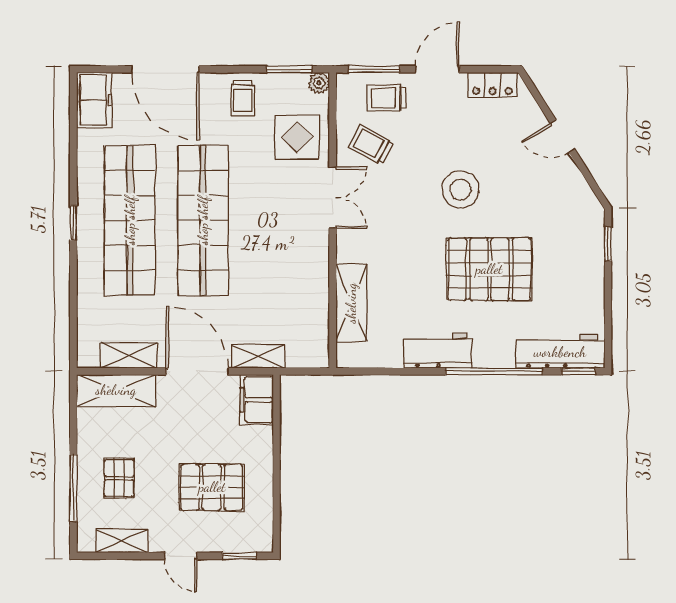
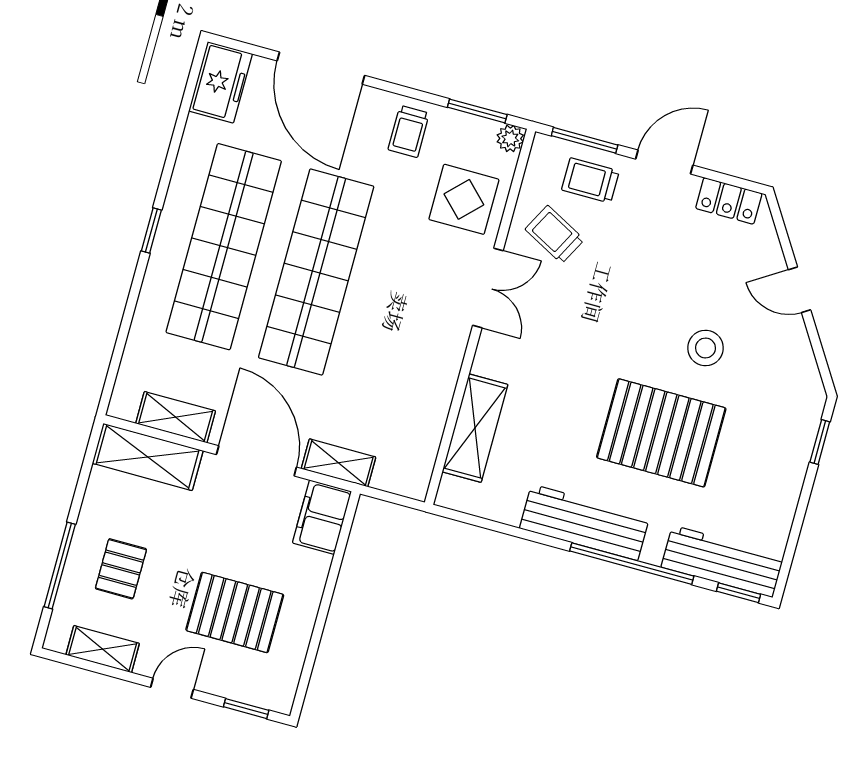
stool: (460, 189) -> (705, 348), moved, width x0.73, depth x0.73
workbench: (438, 351) -> (585, 522), width x1.38
door: (181, 556) -> (172, 688), swing flipped

